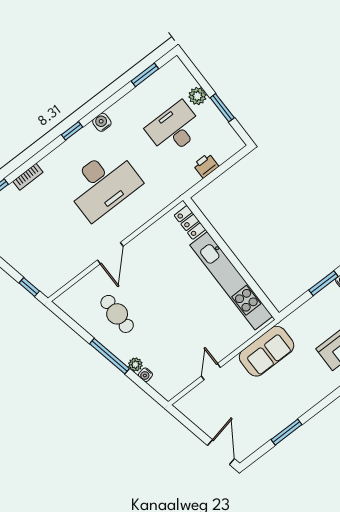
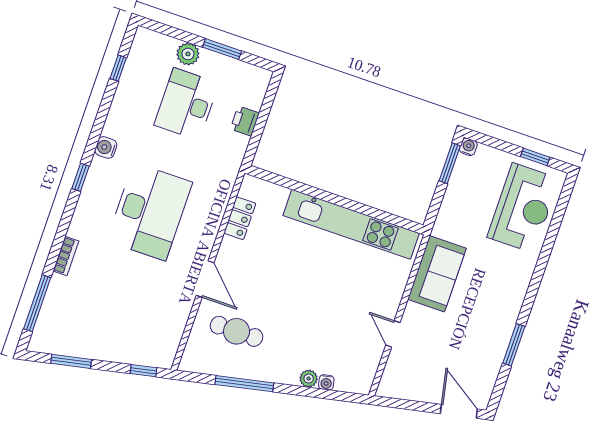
window: (145, 75) -> (118, 68), width x0.67
locker: (190, 222) -> (240, 218), moved, turned -90
cafe table: (117, 314) -> (237, 331), moved
window: (109, 356) -> (244, 384), moved

